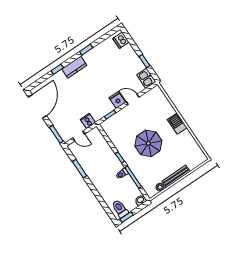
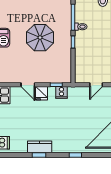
kitchen counter: (74, 67) -> (40, 147), moved
cooker: (88, 121) -> (61, 92), moved
door: (79, 136) -> (96, 85), swing flipped

